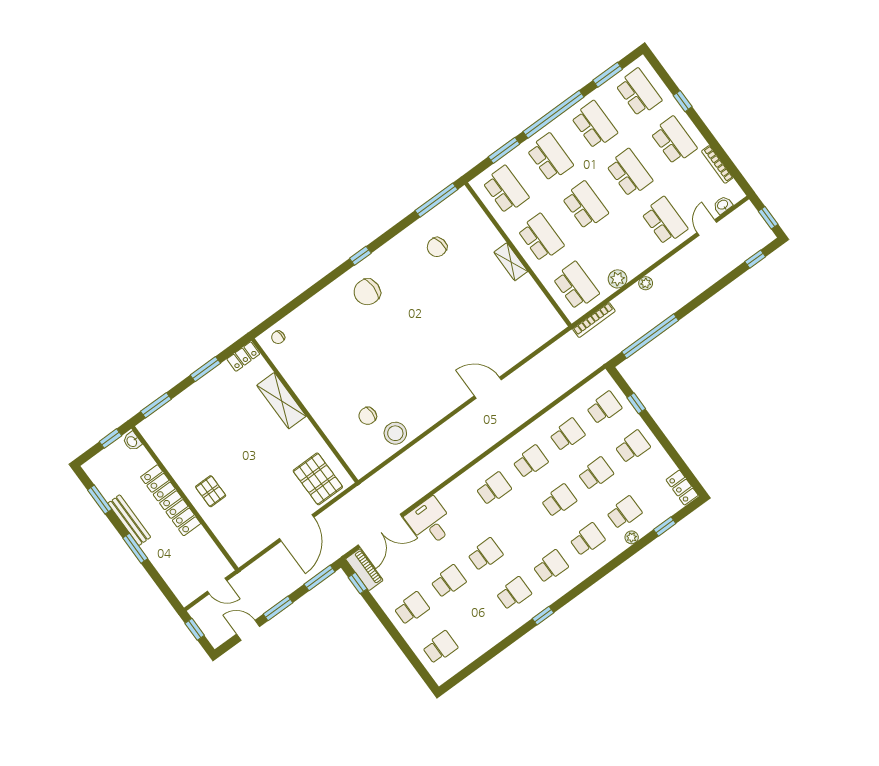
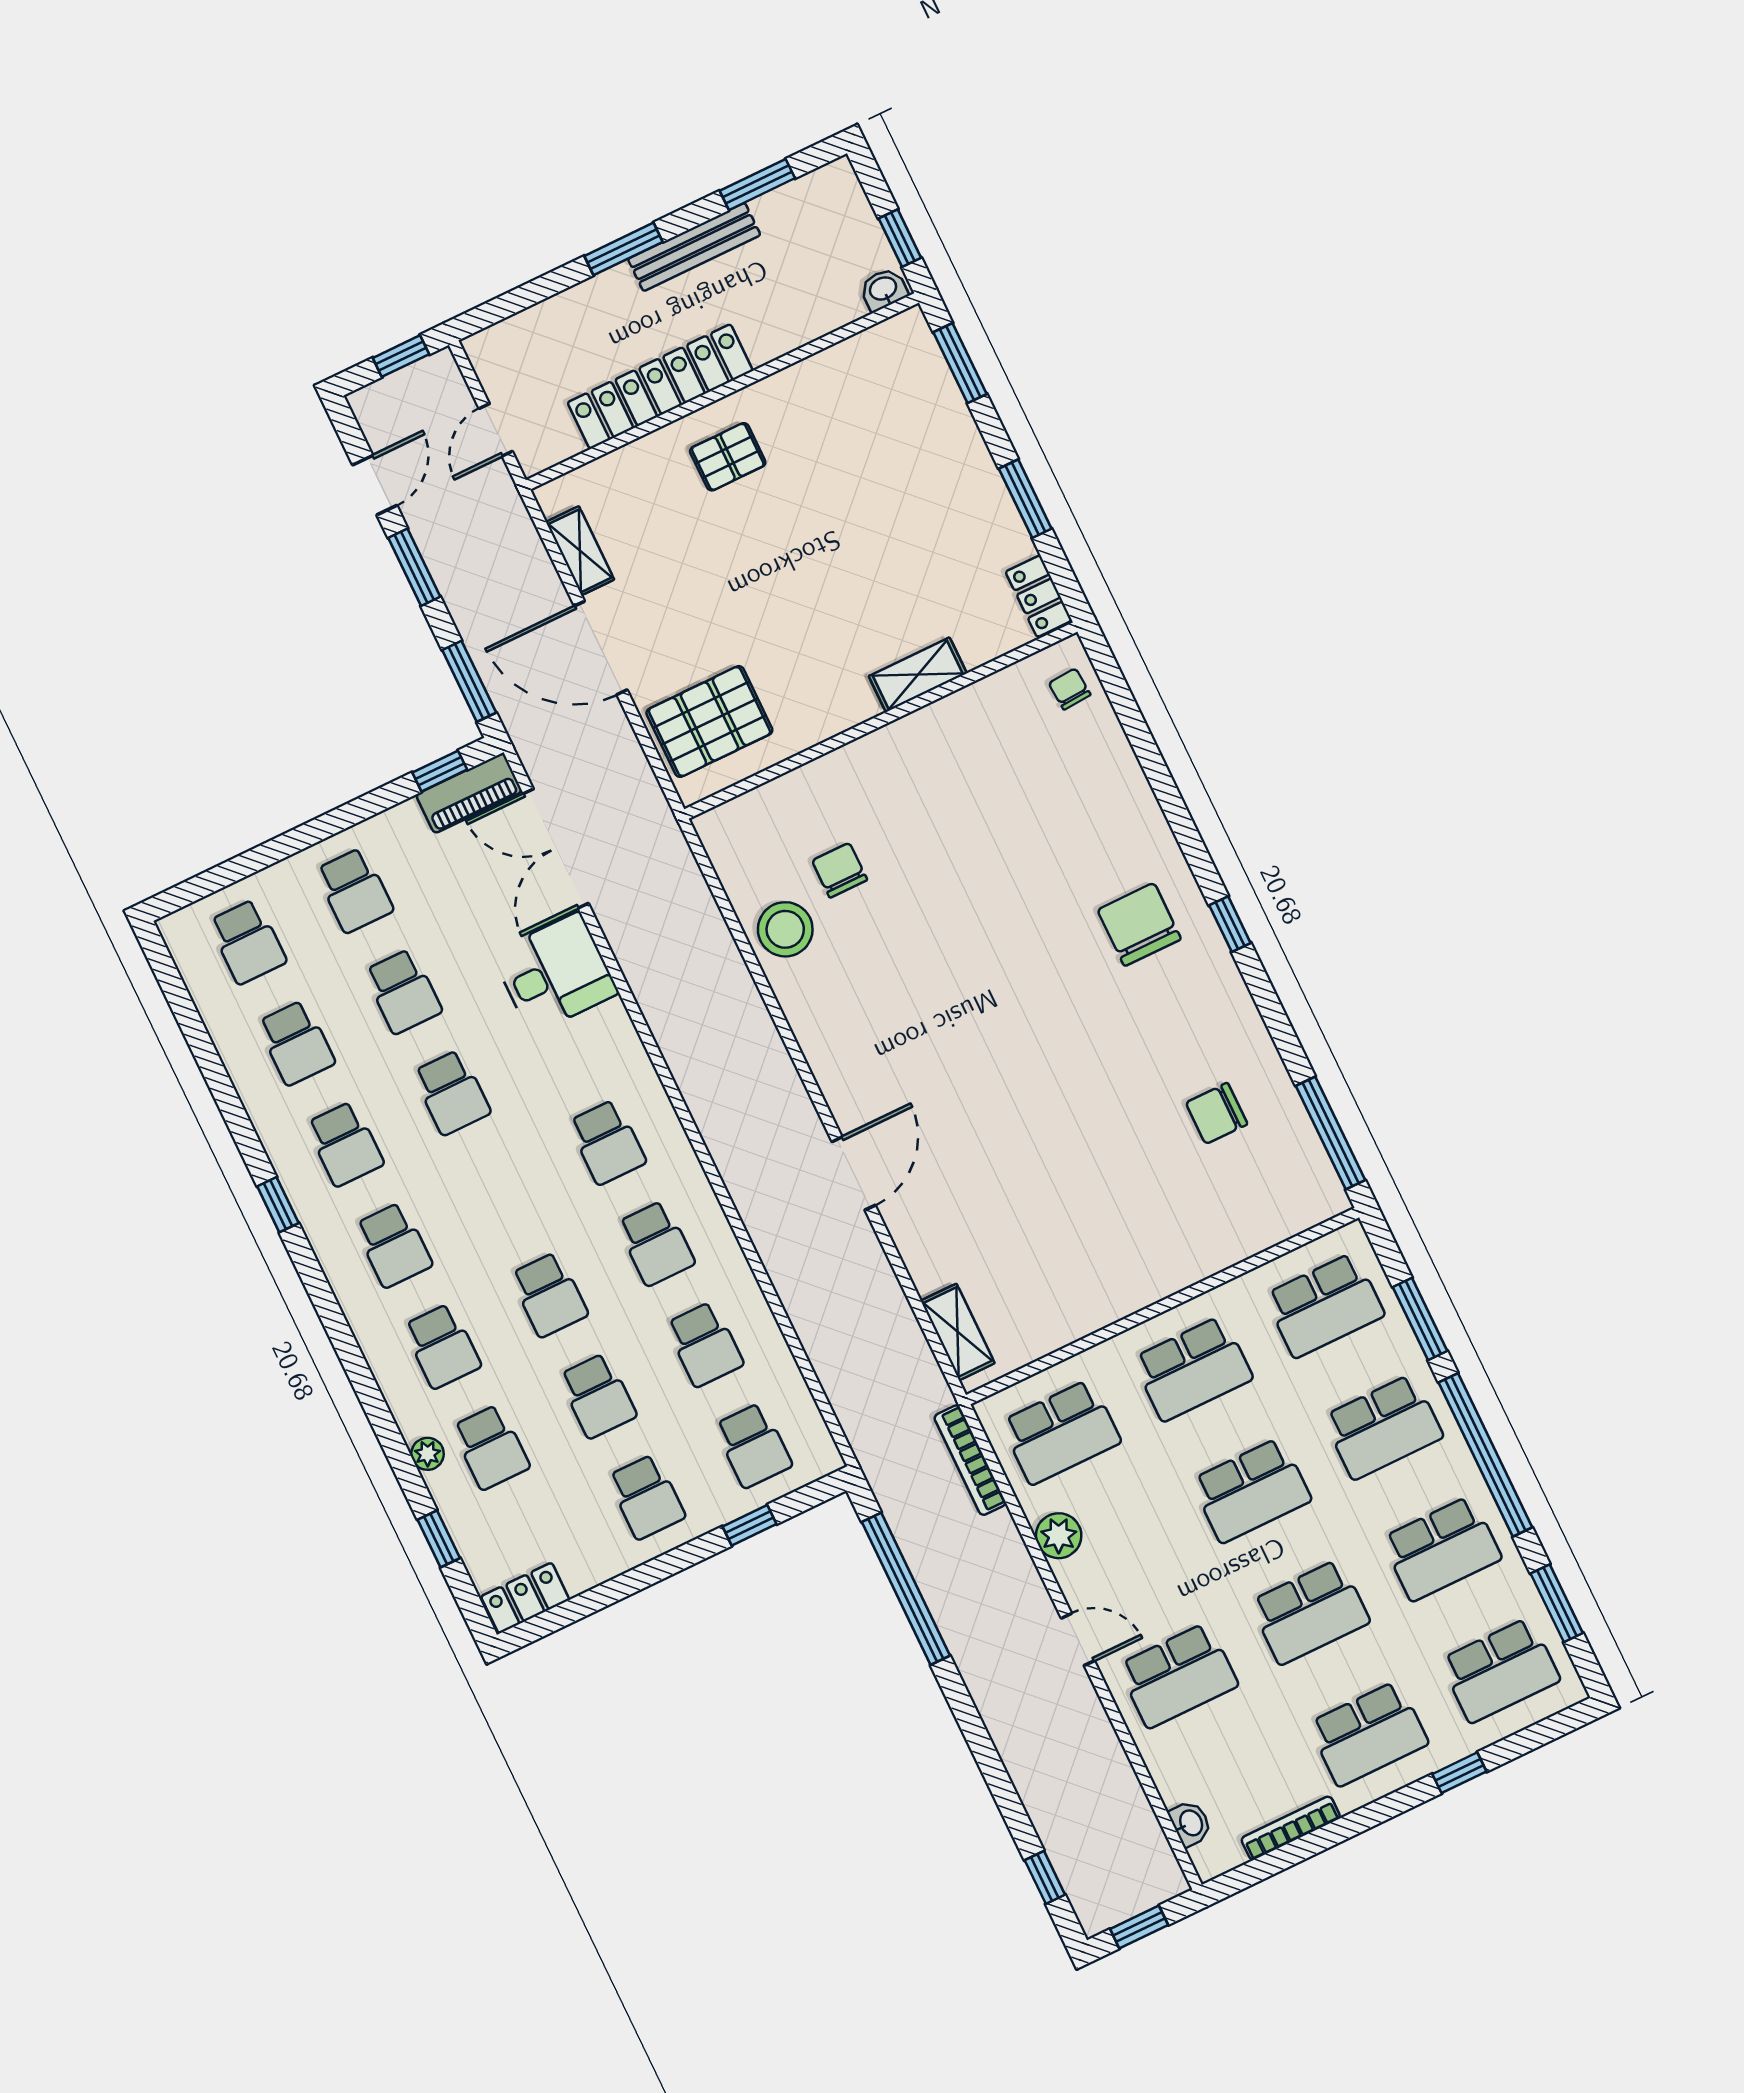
door: (707, 227) -> (1078, 1639), moved
chair: (437, 247) -> (1217, 1113), turned -78
shelving: (511, 262) -> (958, 1332), moved, turned 90
plant: (646, 283) -> (1036, 1602), removed
shelving: (281, 401) -> (918, 675), width x0.67, depth x0.75
locker: (171, 500) -> (660, 387), moved
shelving: (259, 543) -> (580, 551), added
school desk: (477, 620) -> (296, 1043), added

